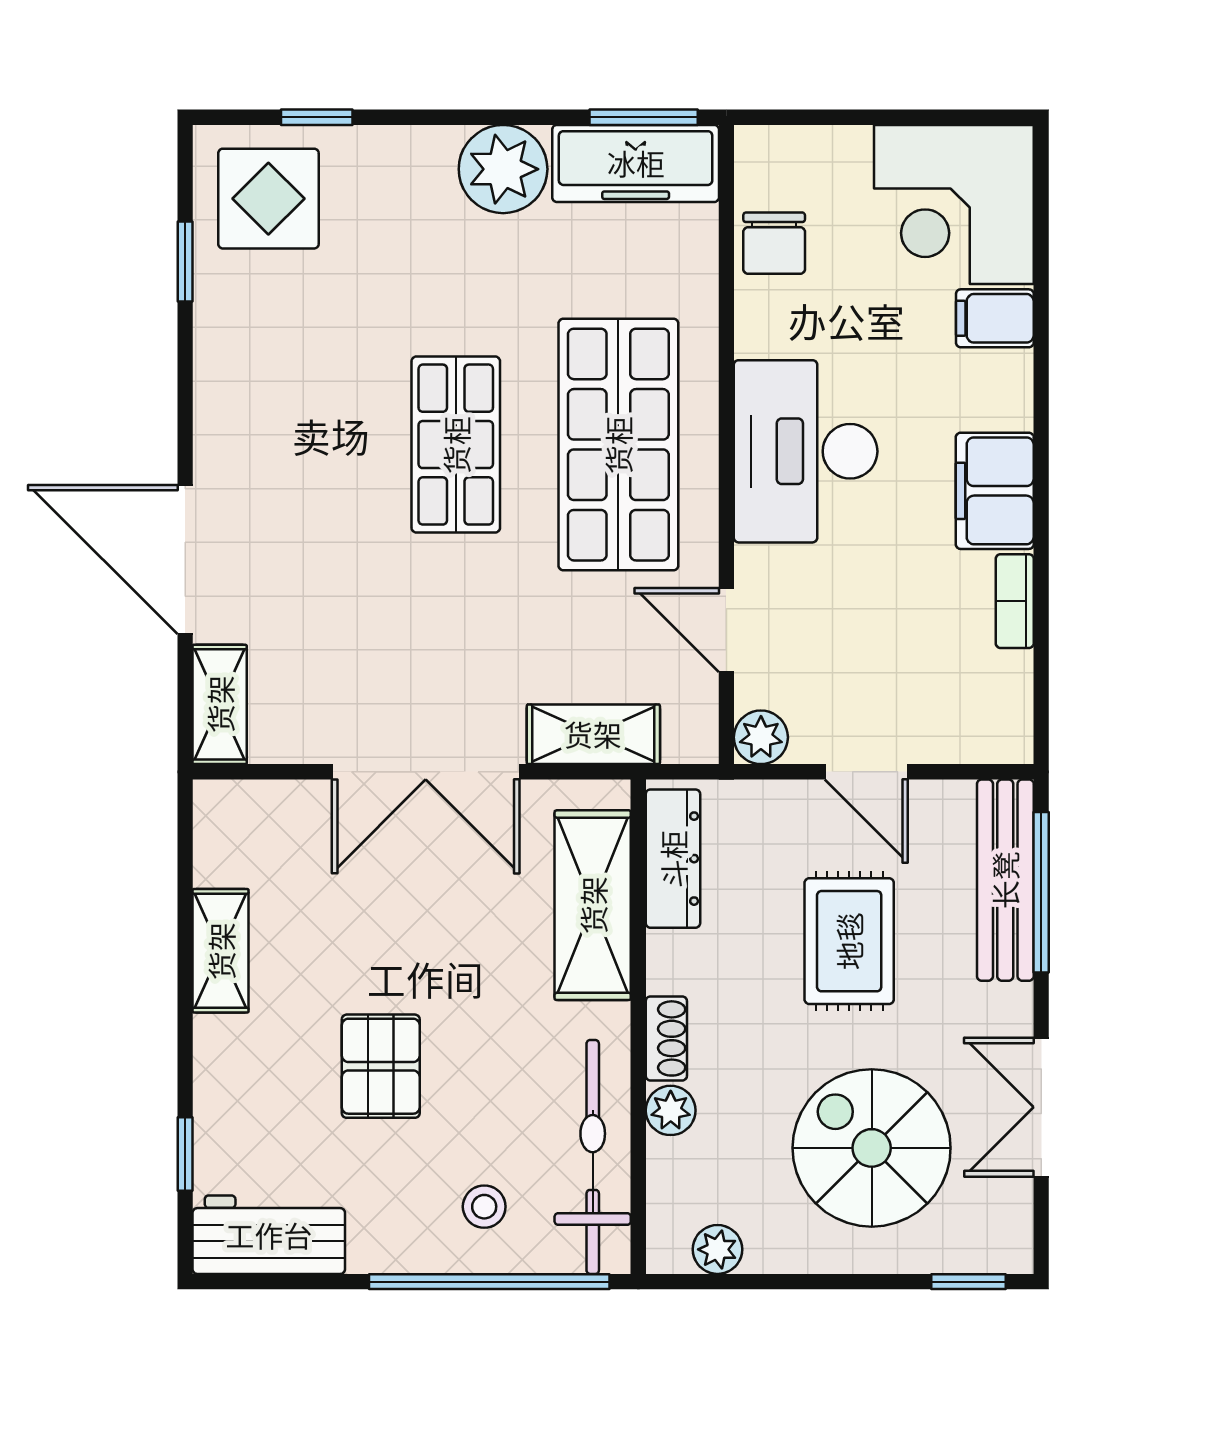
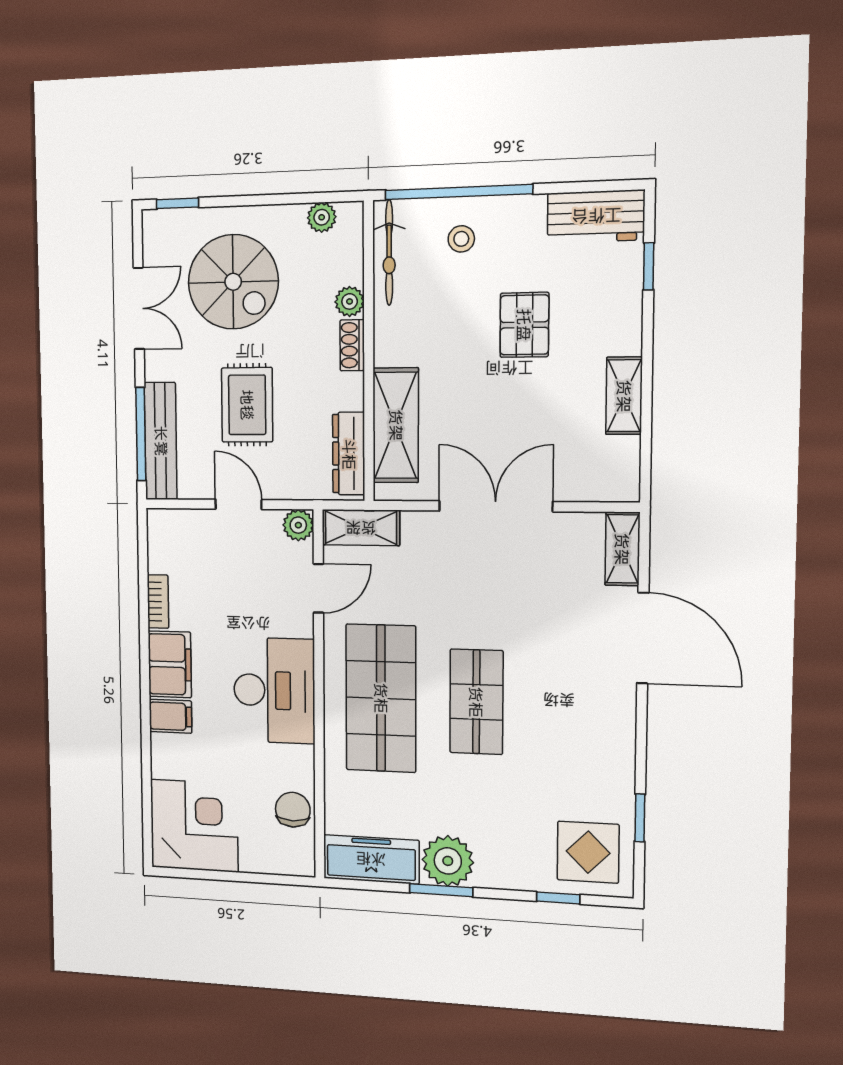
window: (644, 117) -> (441, 890), moved
filing cabinet: (995, 318) -> (170, 716), moved
door: (726, 630) -> (318, 588), hinge flipped
shelving: (593, 734) -> (361, 528), moved
bicycle: (593, 1157) -> (389, 253), width x0.73, depth x0.71

